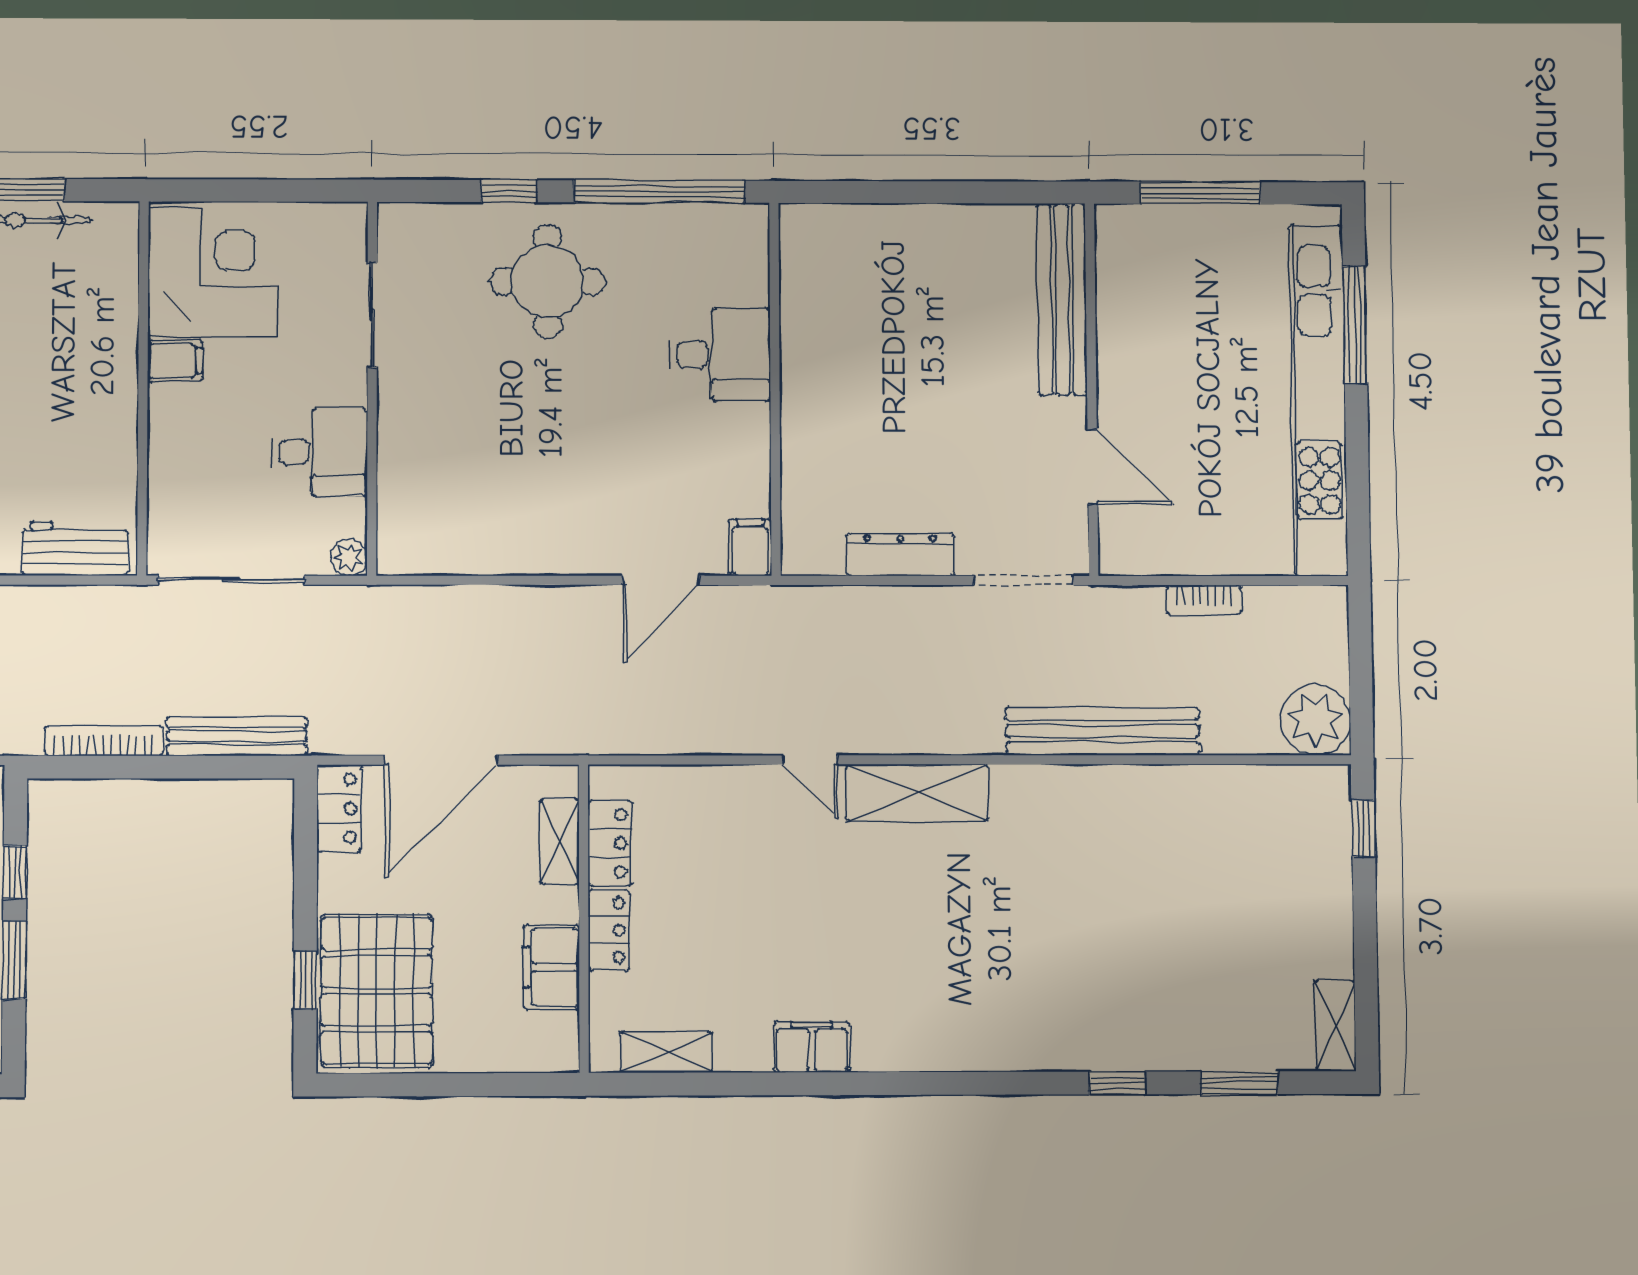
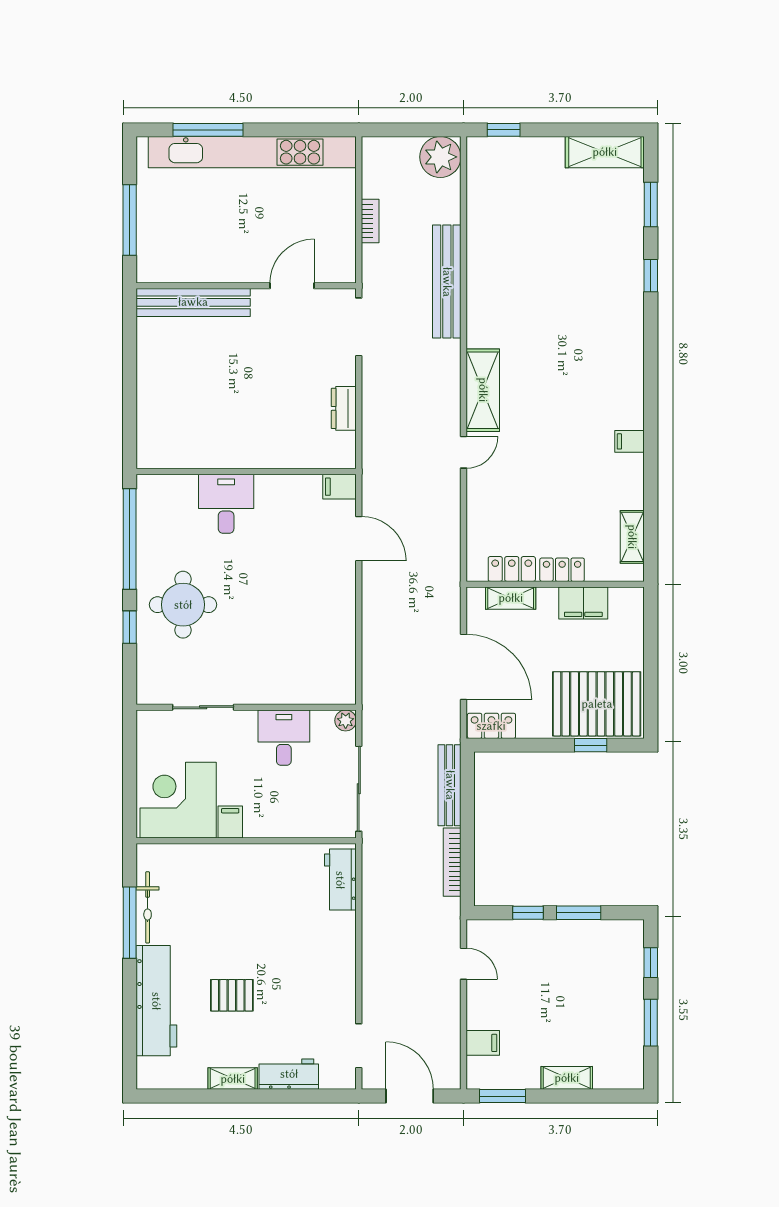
dresser: (900, 555) -> (344, 408), width x0.70
shelving: (1335, 1026) -> (605, 152), width x1.50, depth x1.33
filing cabinet: (812, 1047) -> (630, 441), width x0.50

